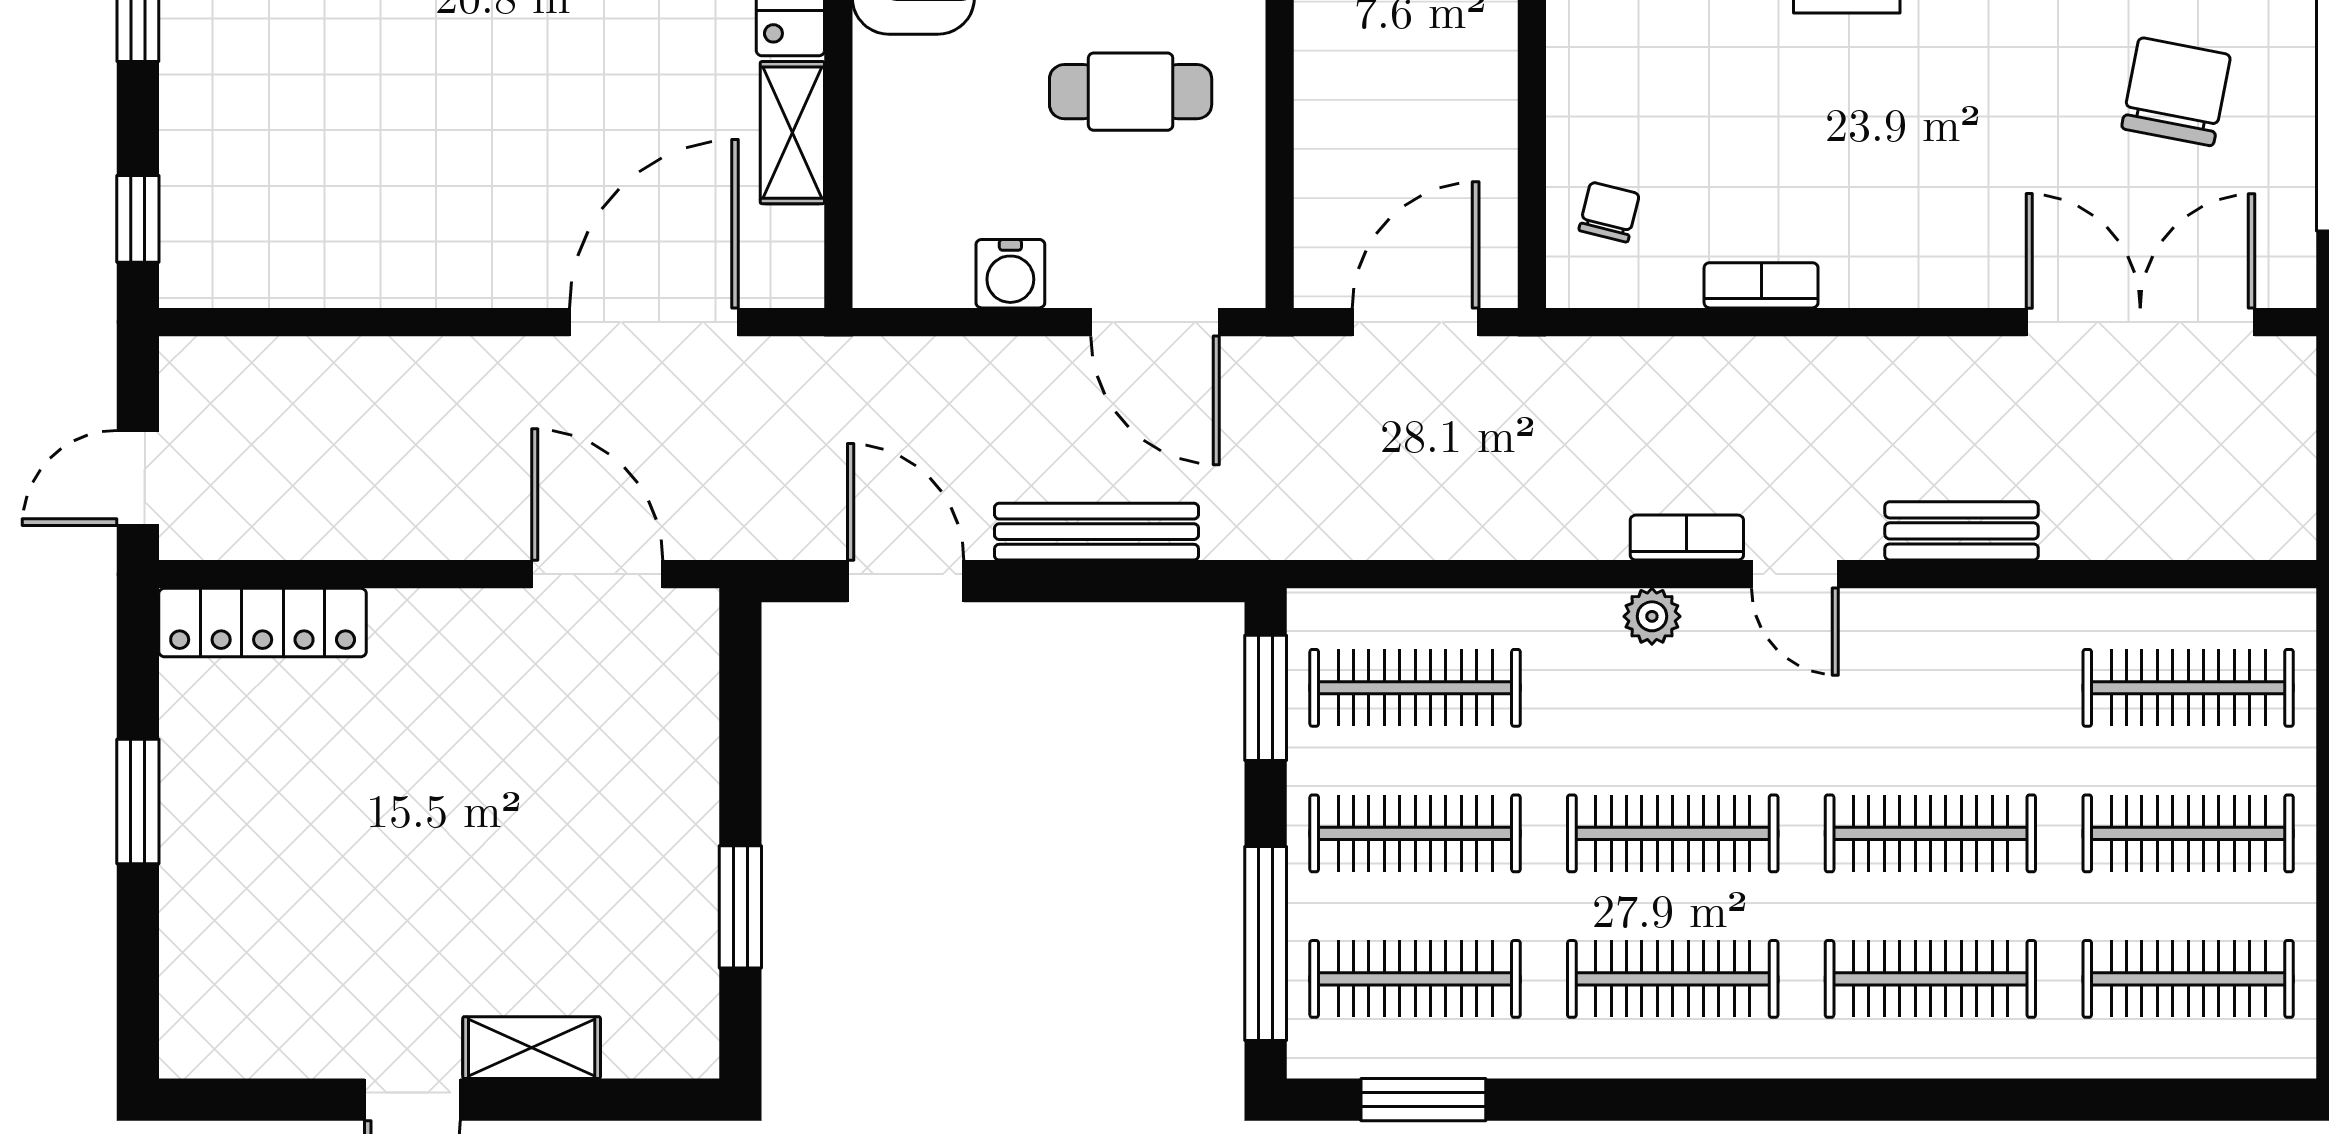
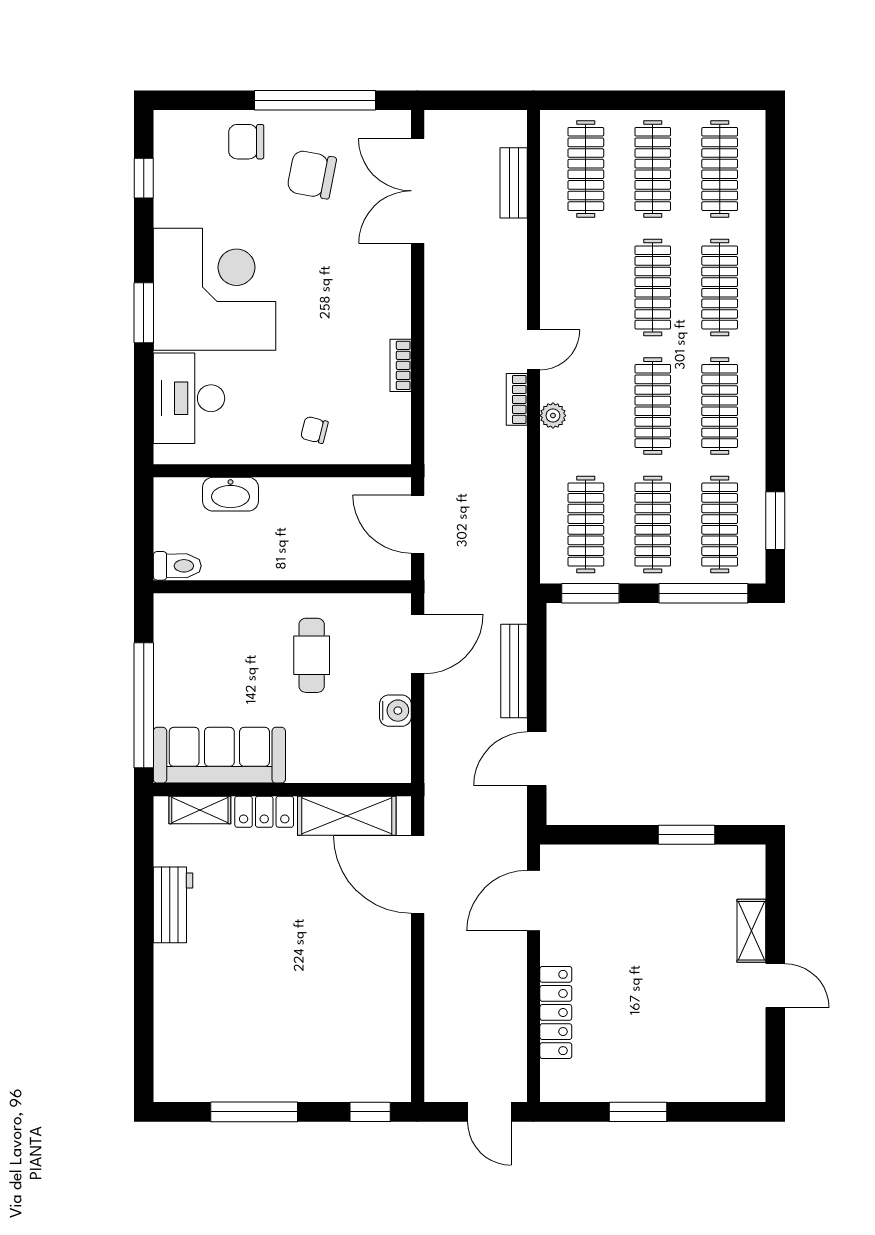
shelving: (792, 133) -> (347, 816), width x1.50, depth x1.33
chair: (1609, 212) -> (314, 430), moved
bench: (1962, 531) -> (514, 183), moved
locker: (263, 623) -> (556, 1012), moved

